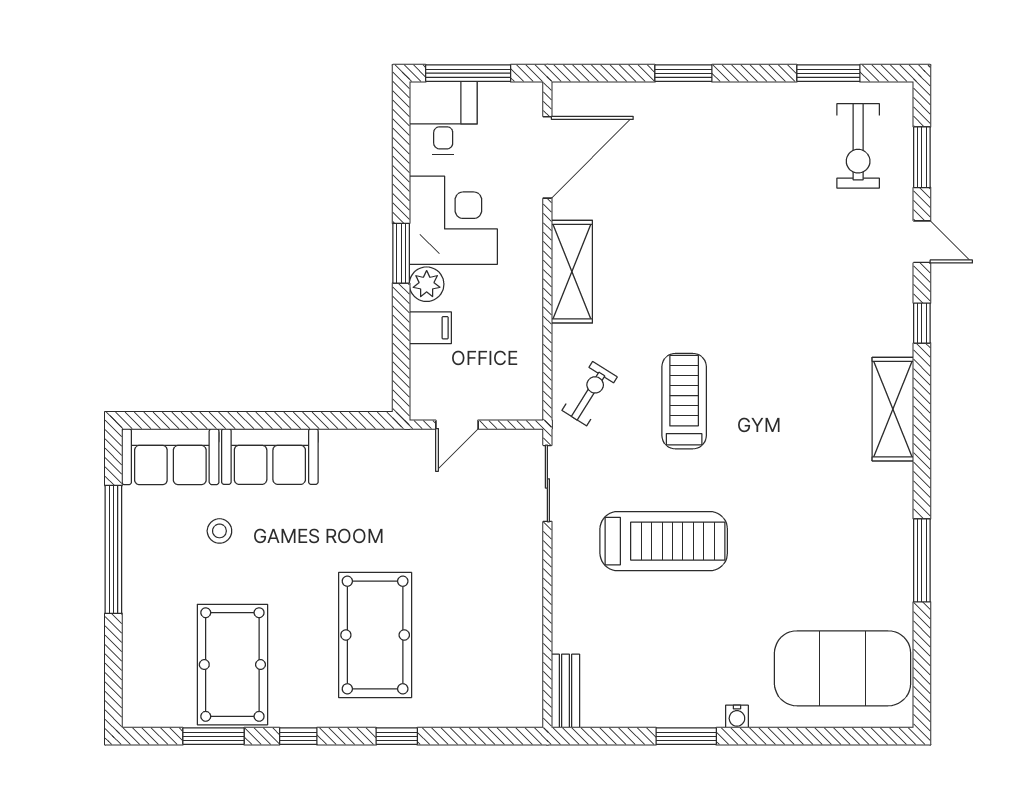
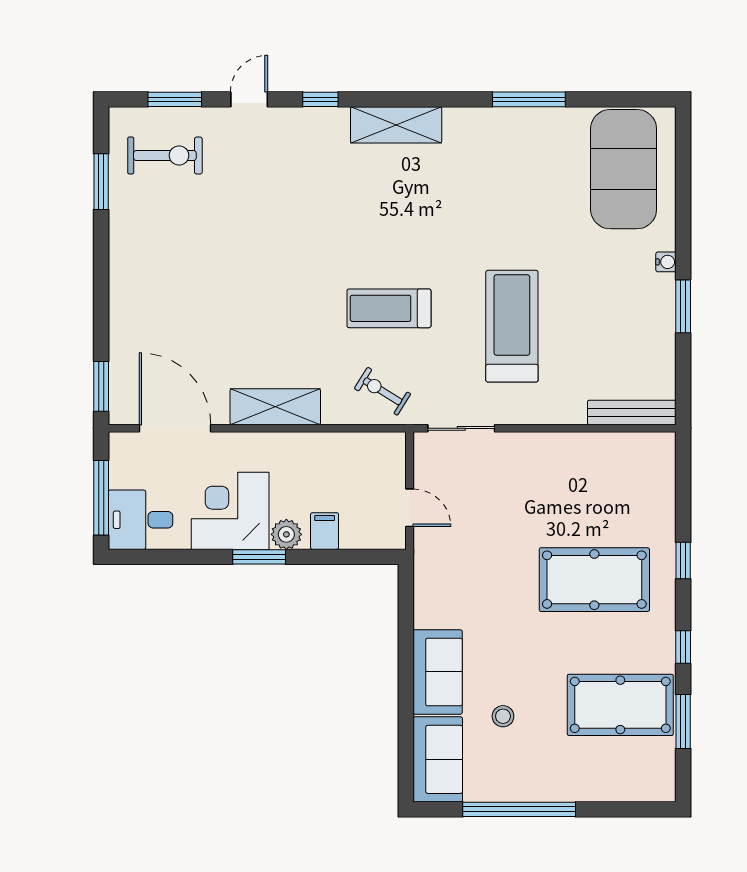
window: (683, 73) -> (101, 386), moved
bench: (565, 691) -> (632, 412), width x1.36

